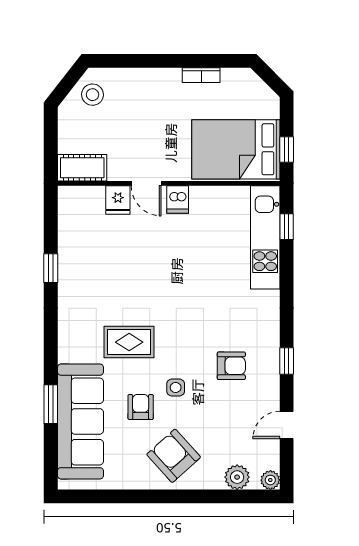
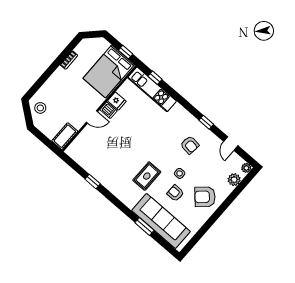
fridge: (118, 200) -> (117, 101), moved
armchair: (231, 366) -> (190, 145), turned 97

